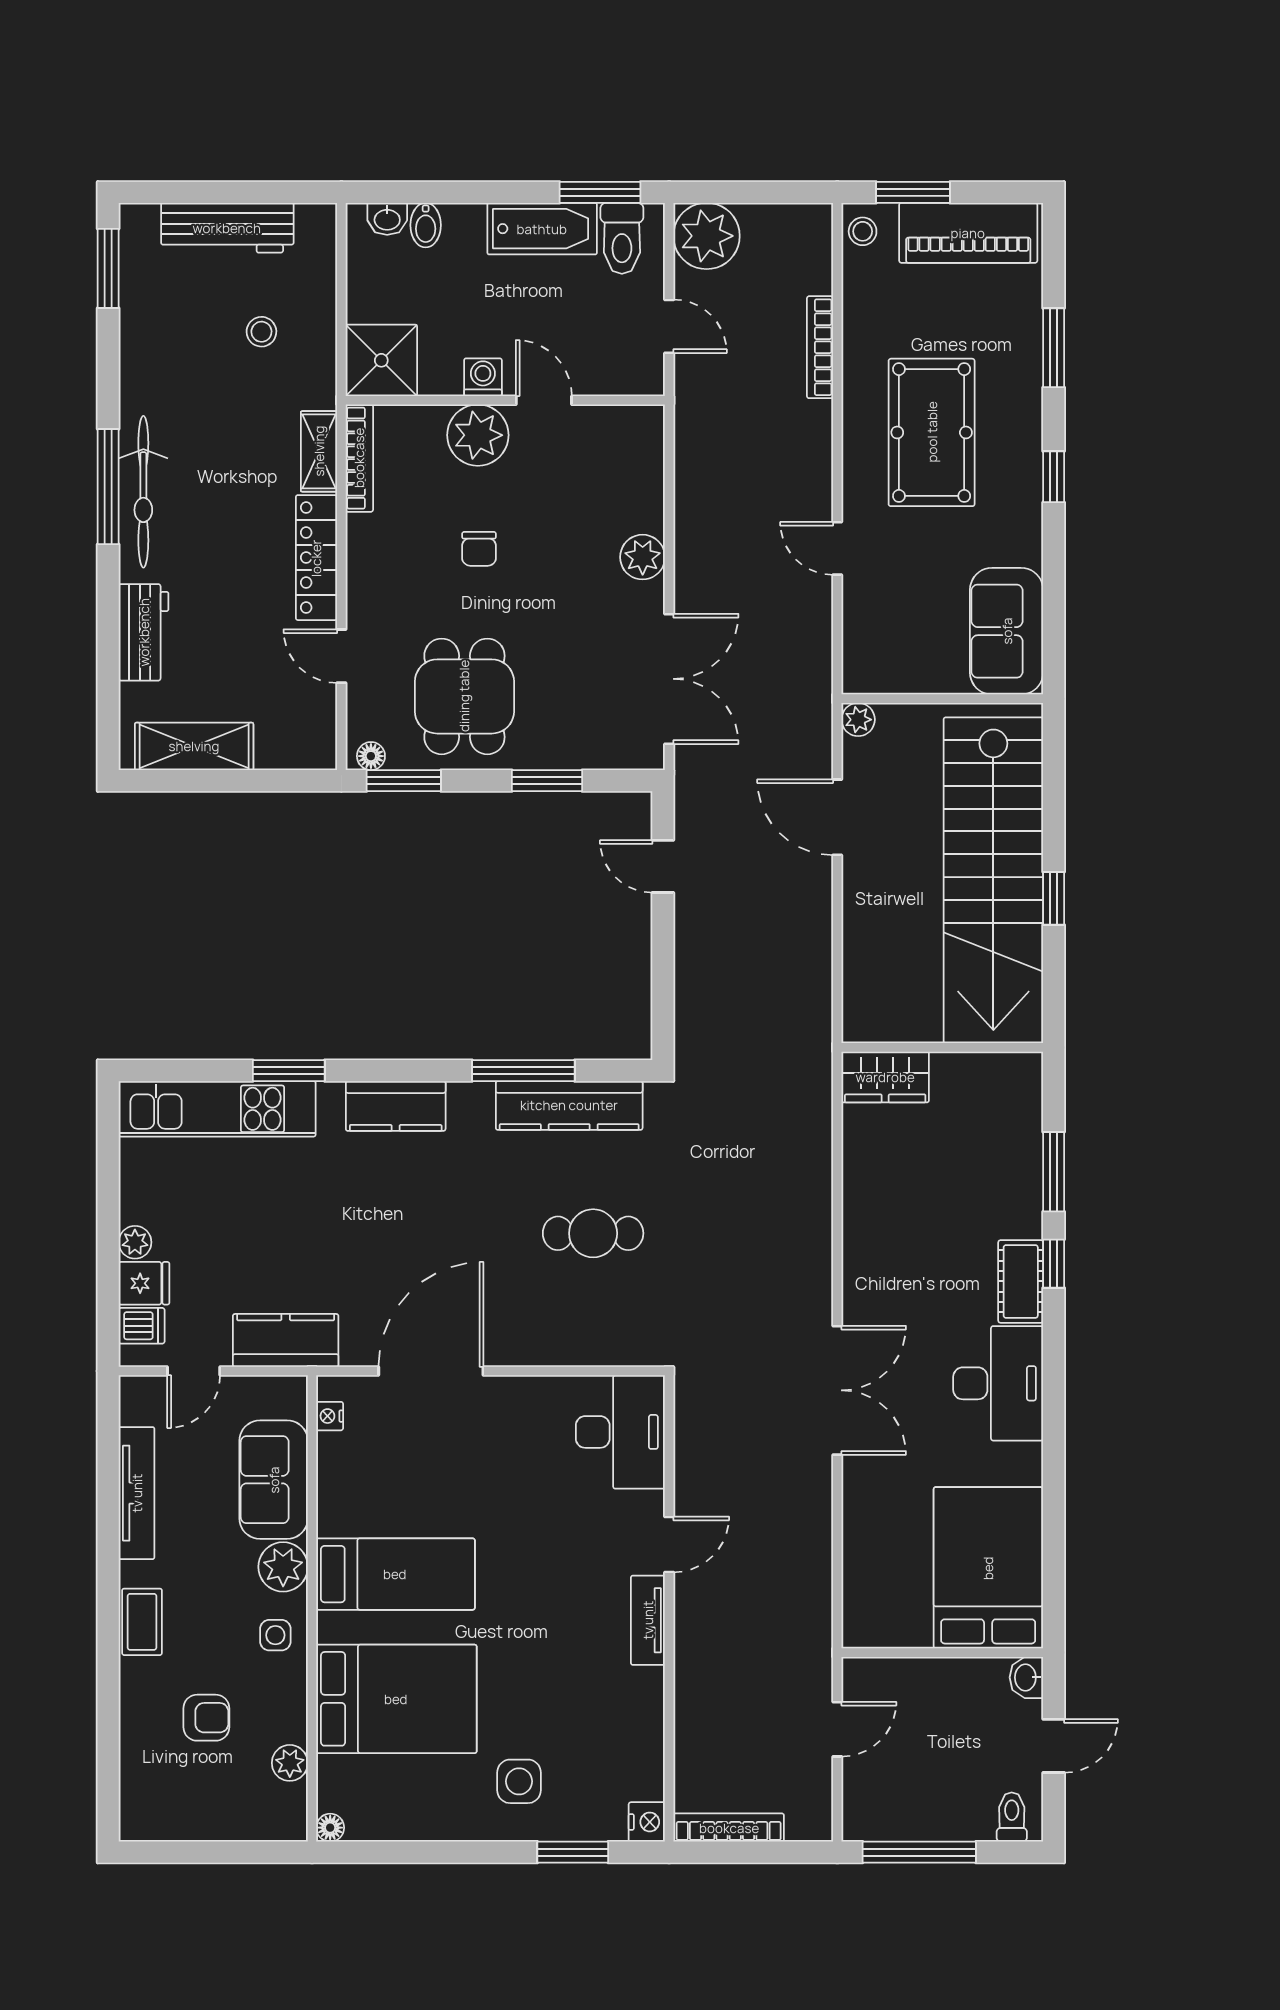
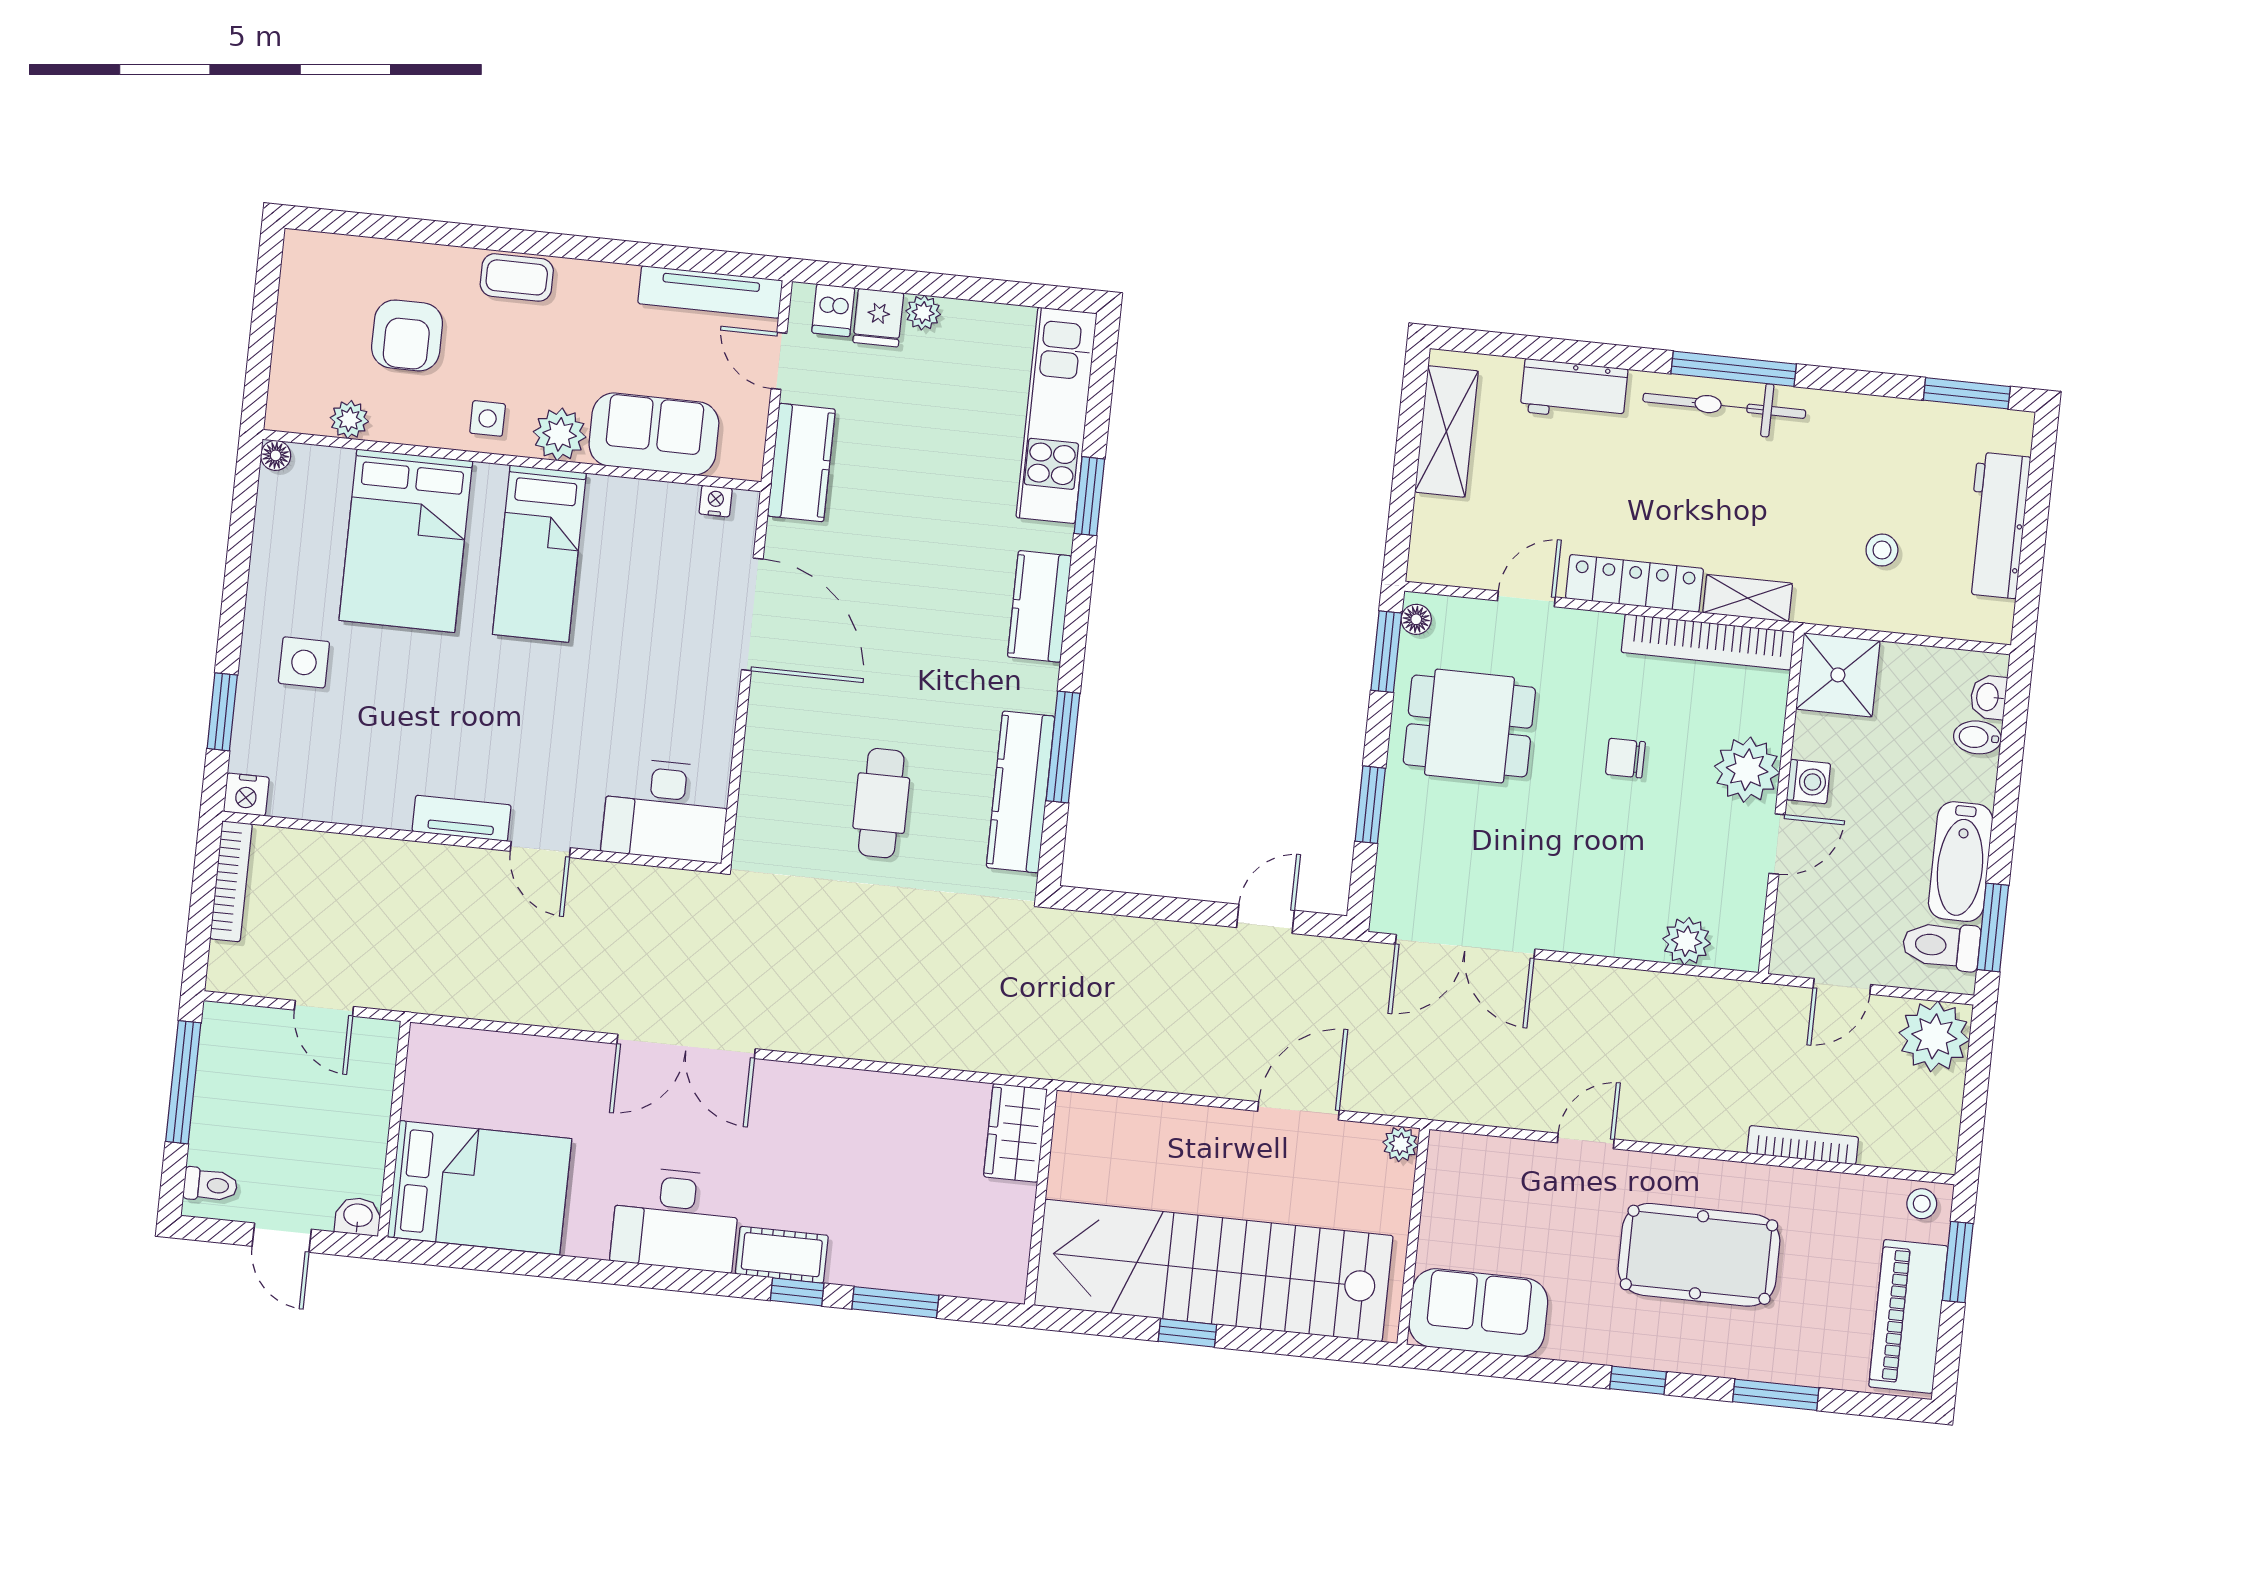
bookcase: (359, 458) -> (1708, 642), width x1.48, depth x1.31
plant: (643, 557) -> (1687, 941), moved
tv unit: (137, 1493) -> (710, 292), moved
armchair: (206, 1718) -> (407, 335), width x1.38, depth x1.38

